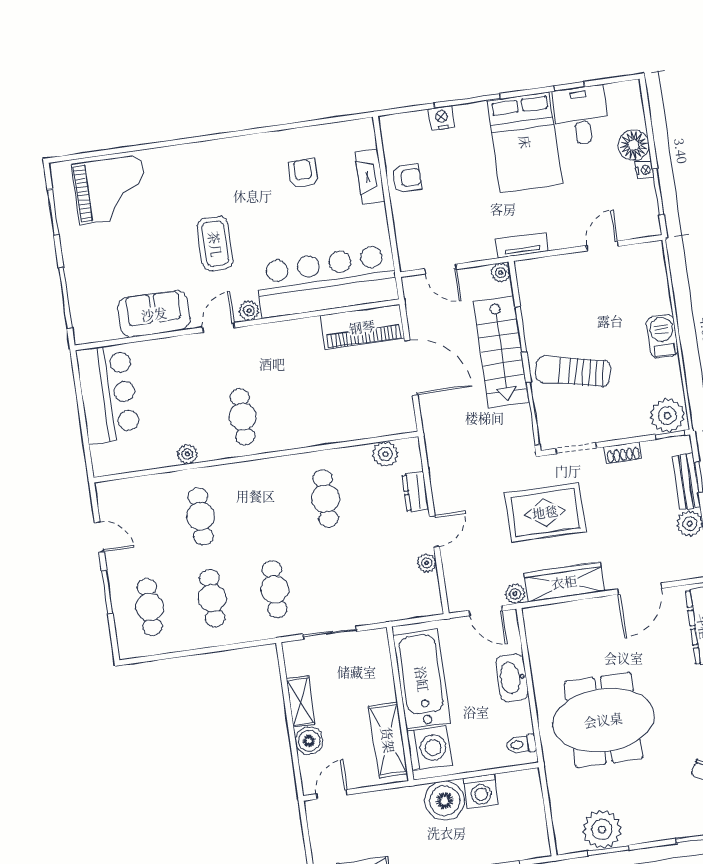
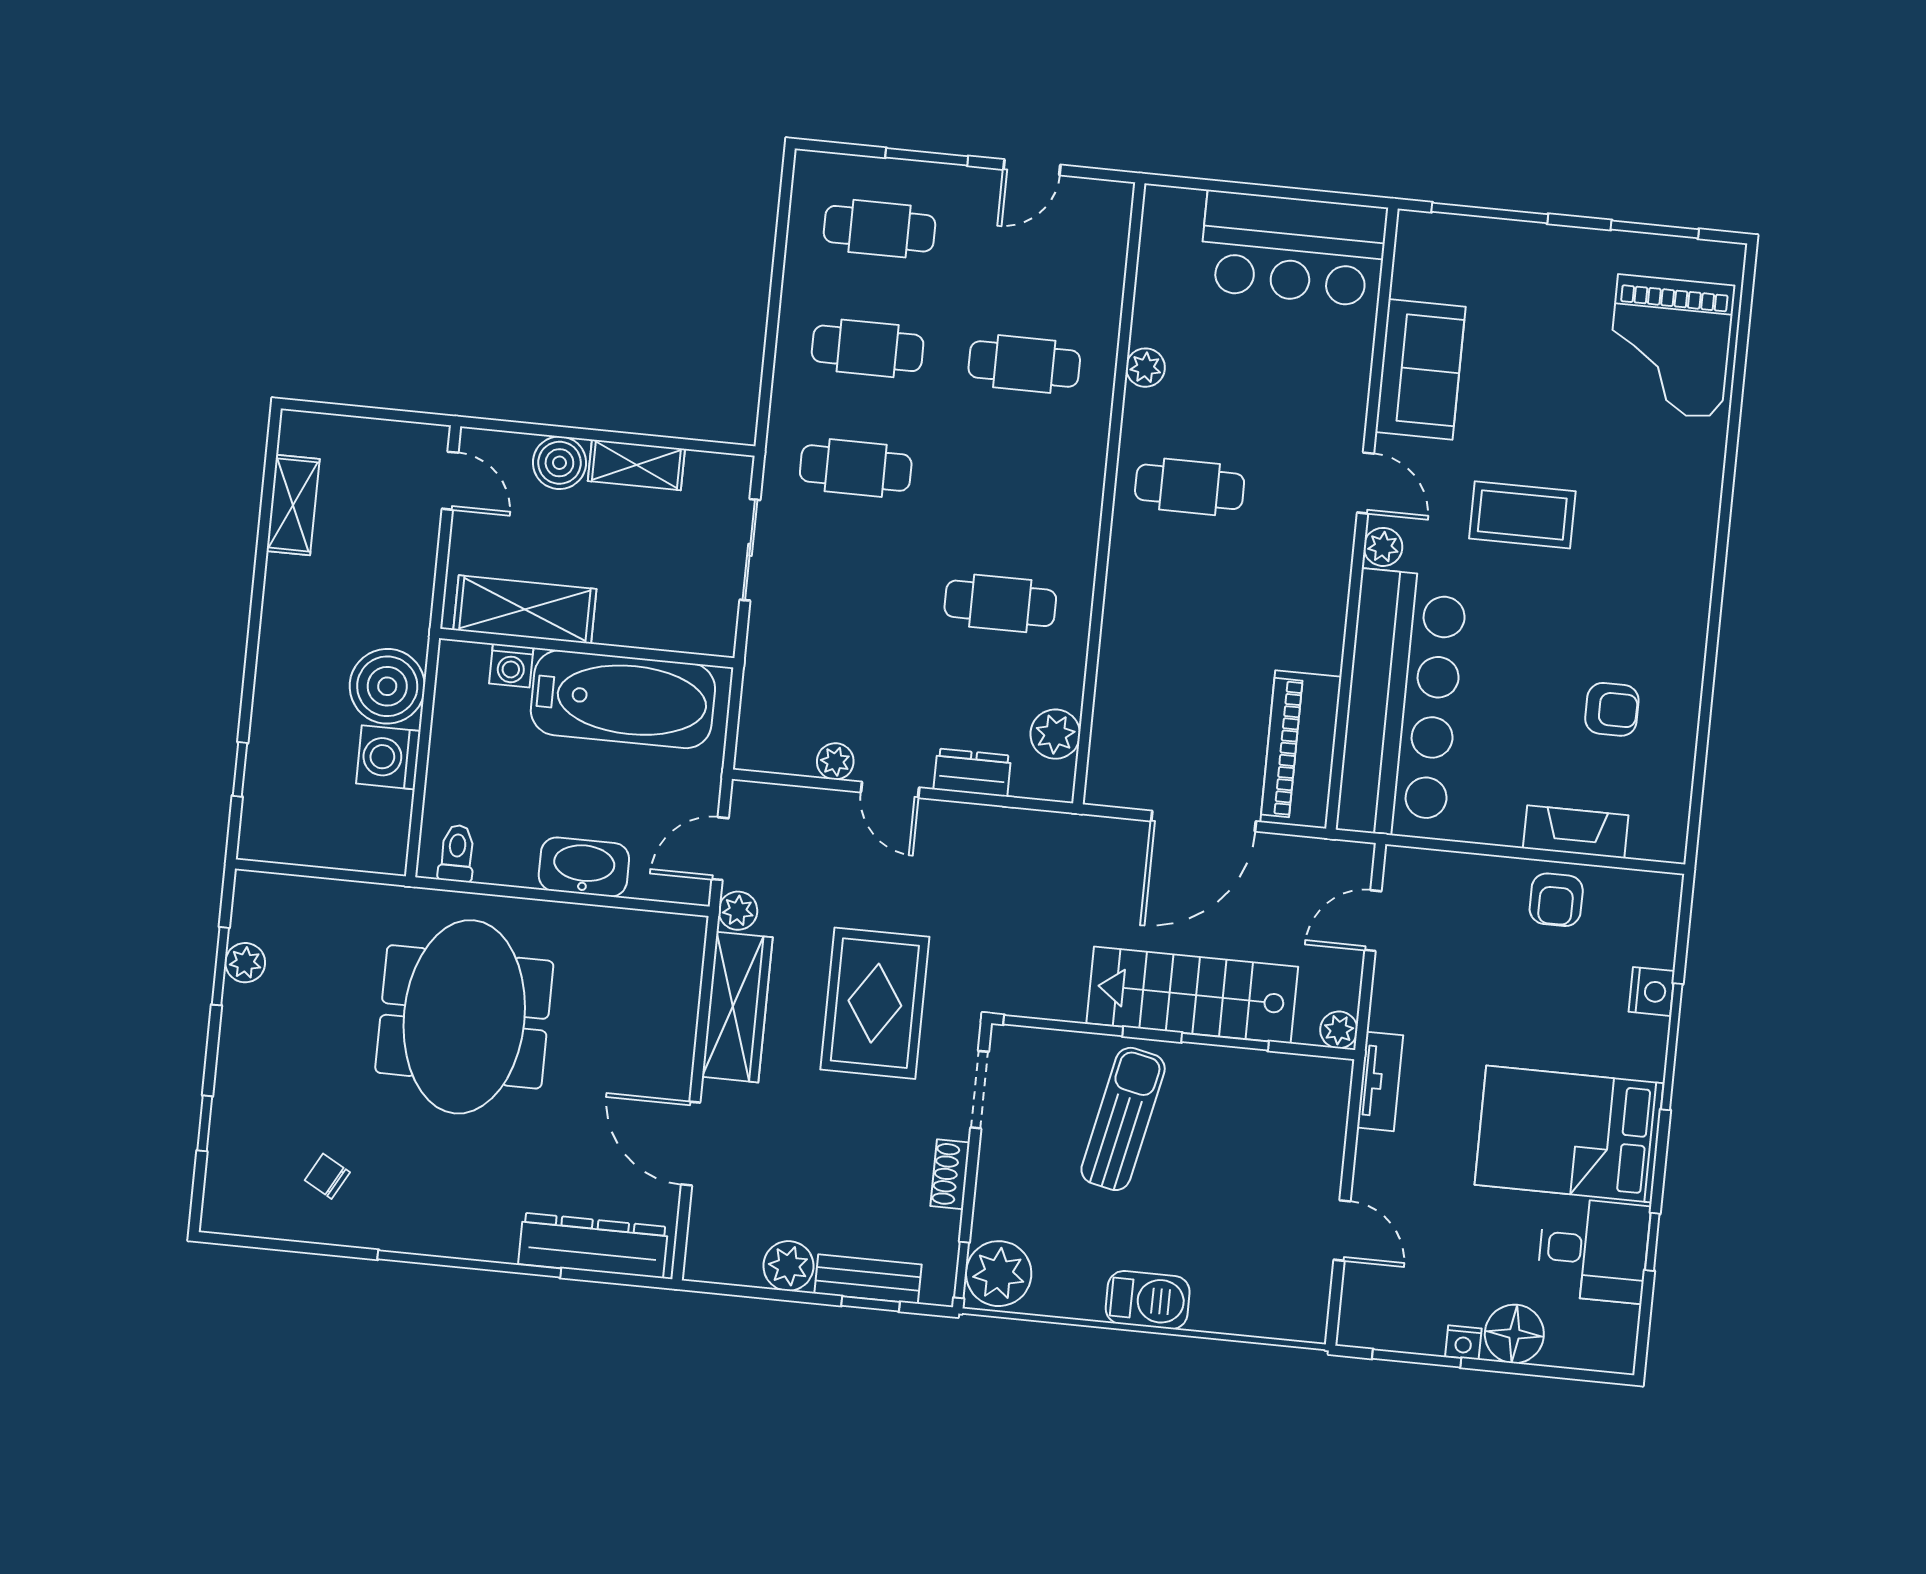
washing machine: (429, 748) -> (511, 665), width x0.53, depth x0.53
plant: (602, 829) -> (245, 963), width x0.53, depth x0.53

